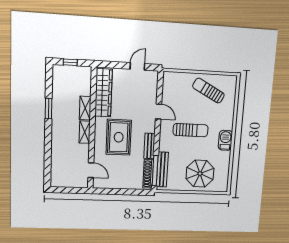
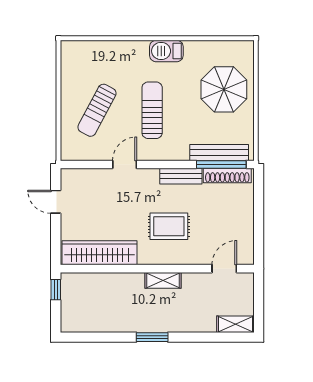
window: (70, 62) -> (56, 290), moved
sun lounger: (208, 91) -> (97, 110), moved
shelving: (85, 108) -> (235, 324), moved
window: (48, 109) -> (152, 337), moved
rug: (119, 137) -> (169, 226), width x0.73, depth x0.70

